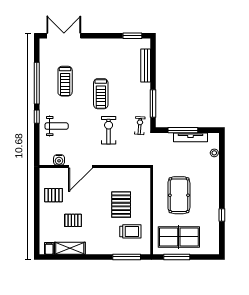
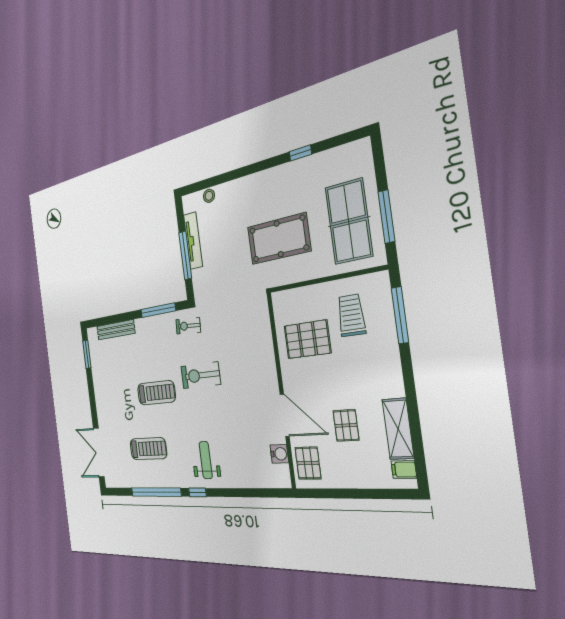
water cooler: (59, 160) -> (279, 454), moved
door: (81, 166) -> (285, 415), moved
wall: (95, 166) -> (281, 390), moved

